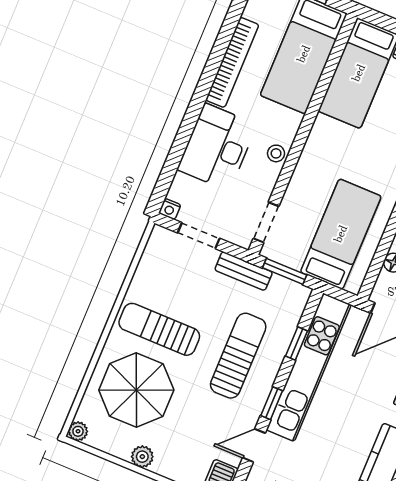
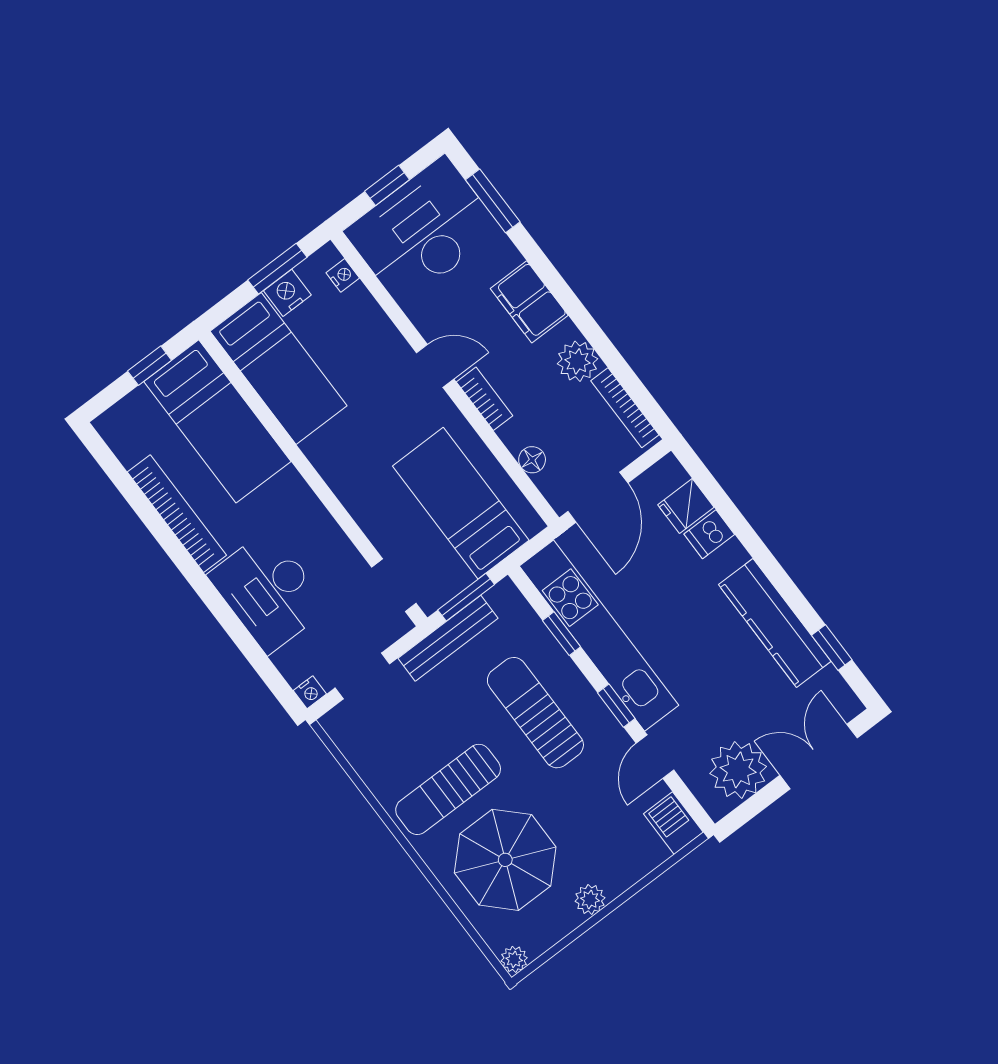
stool: (276, 153) -> (318, 525), removed
bench: (244, 271) -> (448, 638), width x1.36

